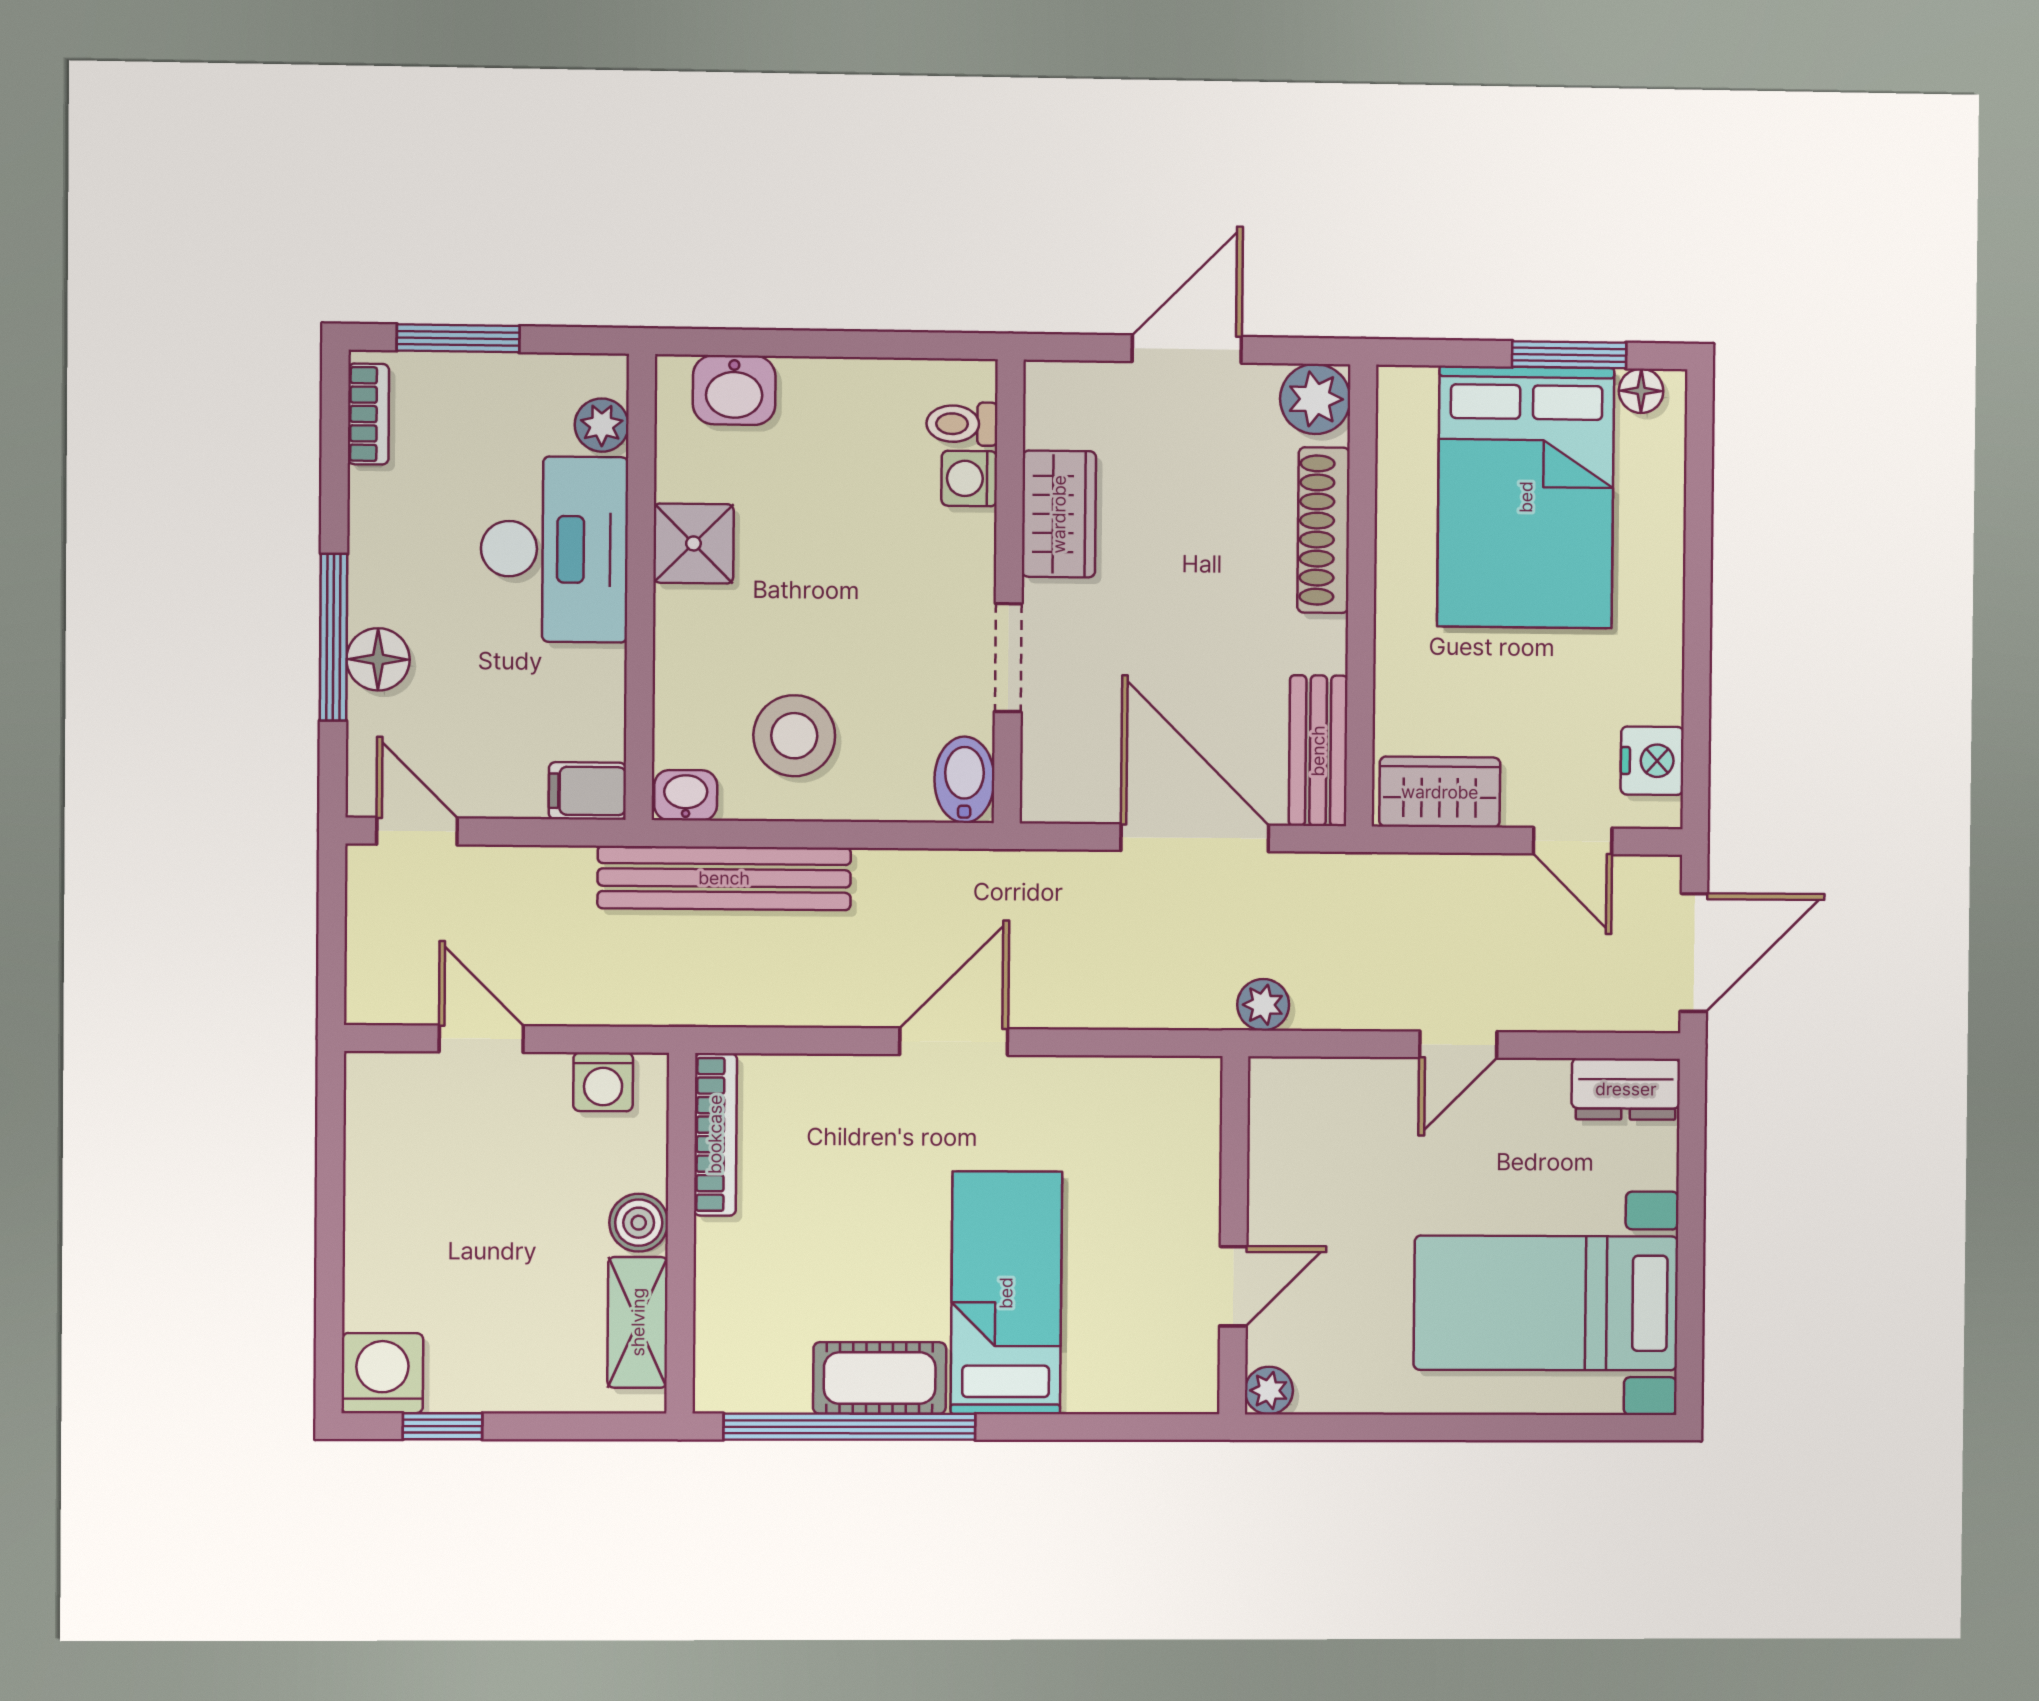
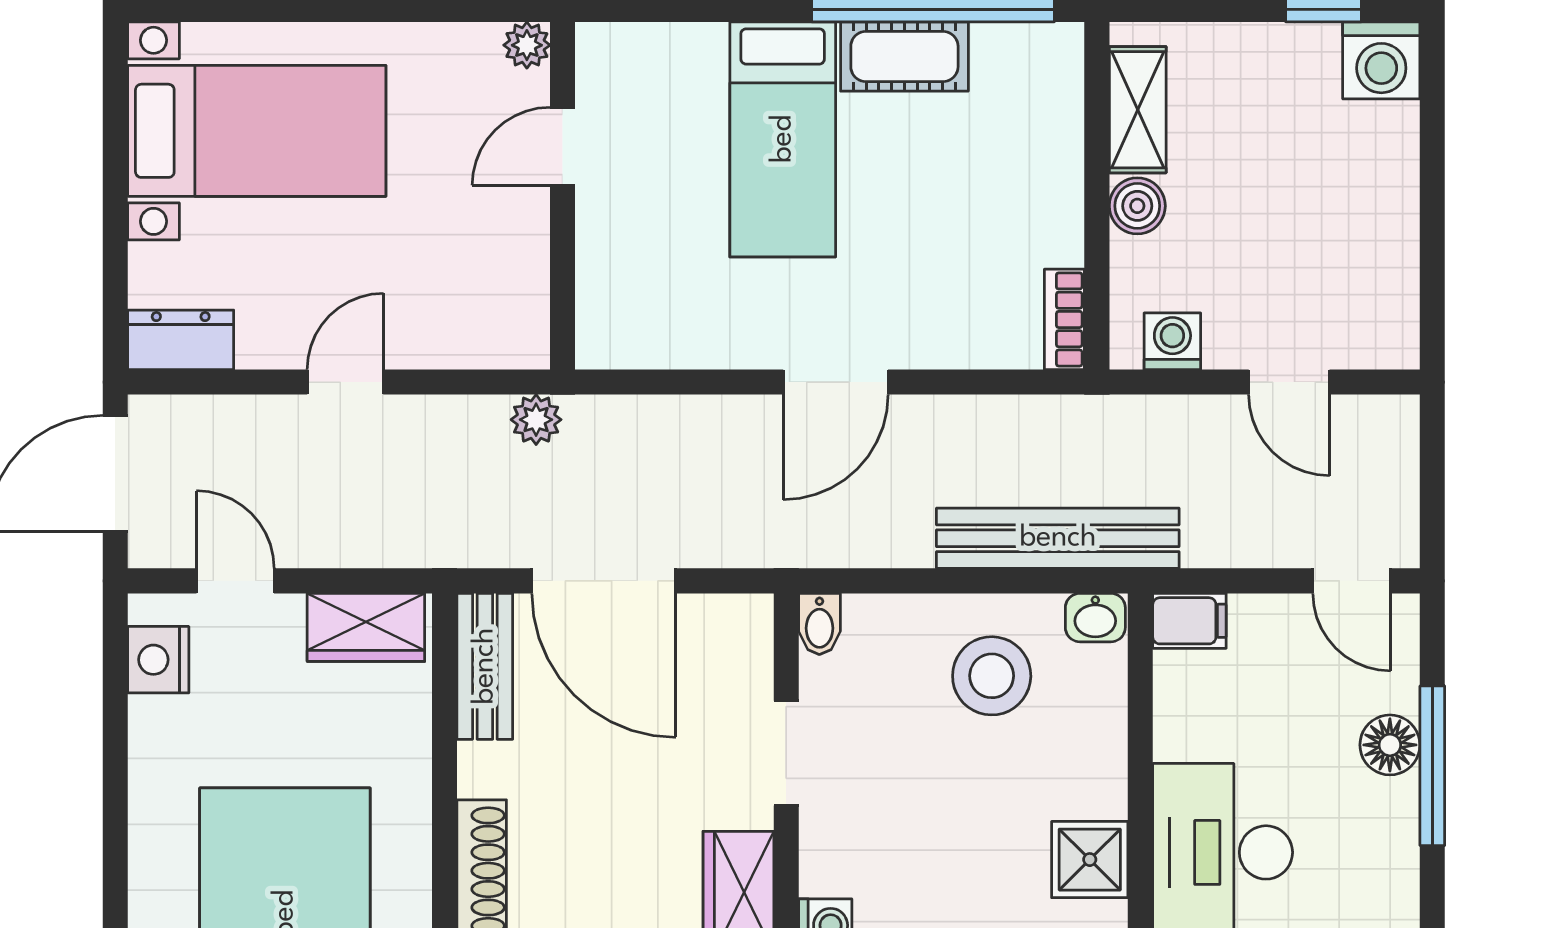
bidet: (964, 780) -> (819, 624), width x0.72, depth x0.74
bookcase: (715, 1134) -> (1064, 319), width x0.64

